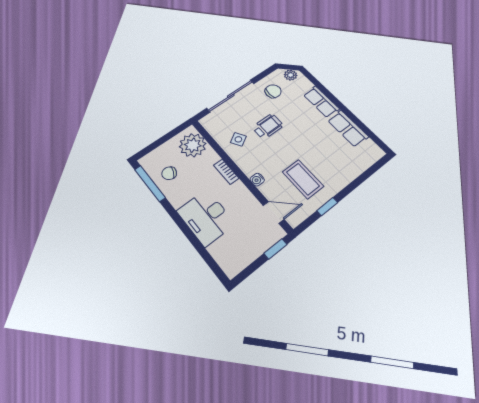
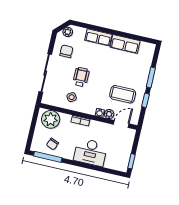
window: (354, 185) -> (151, 77), added
plant: (268, 189) -> (109, 114), added
window: (275, 249) -> (131, 161), moved

